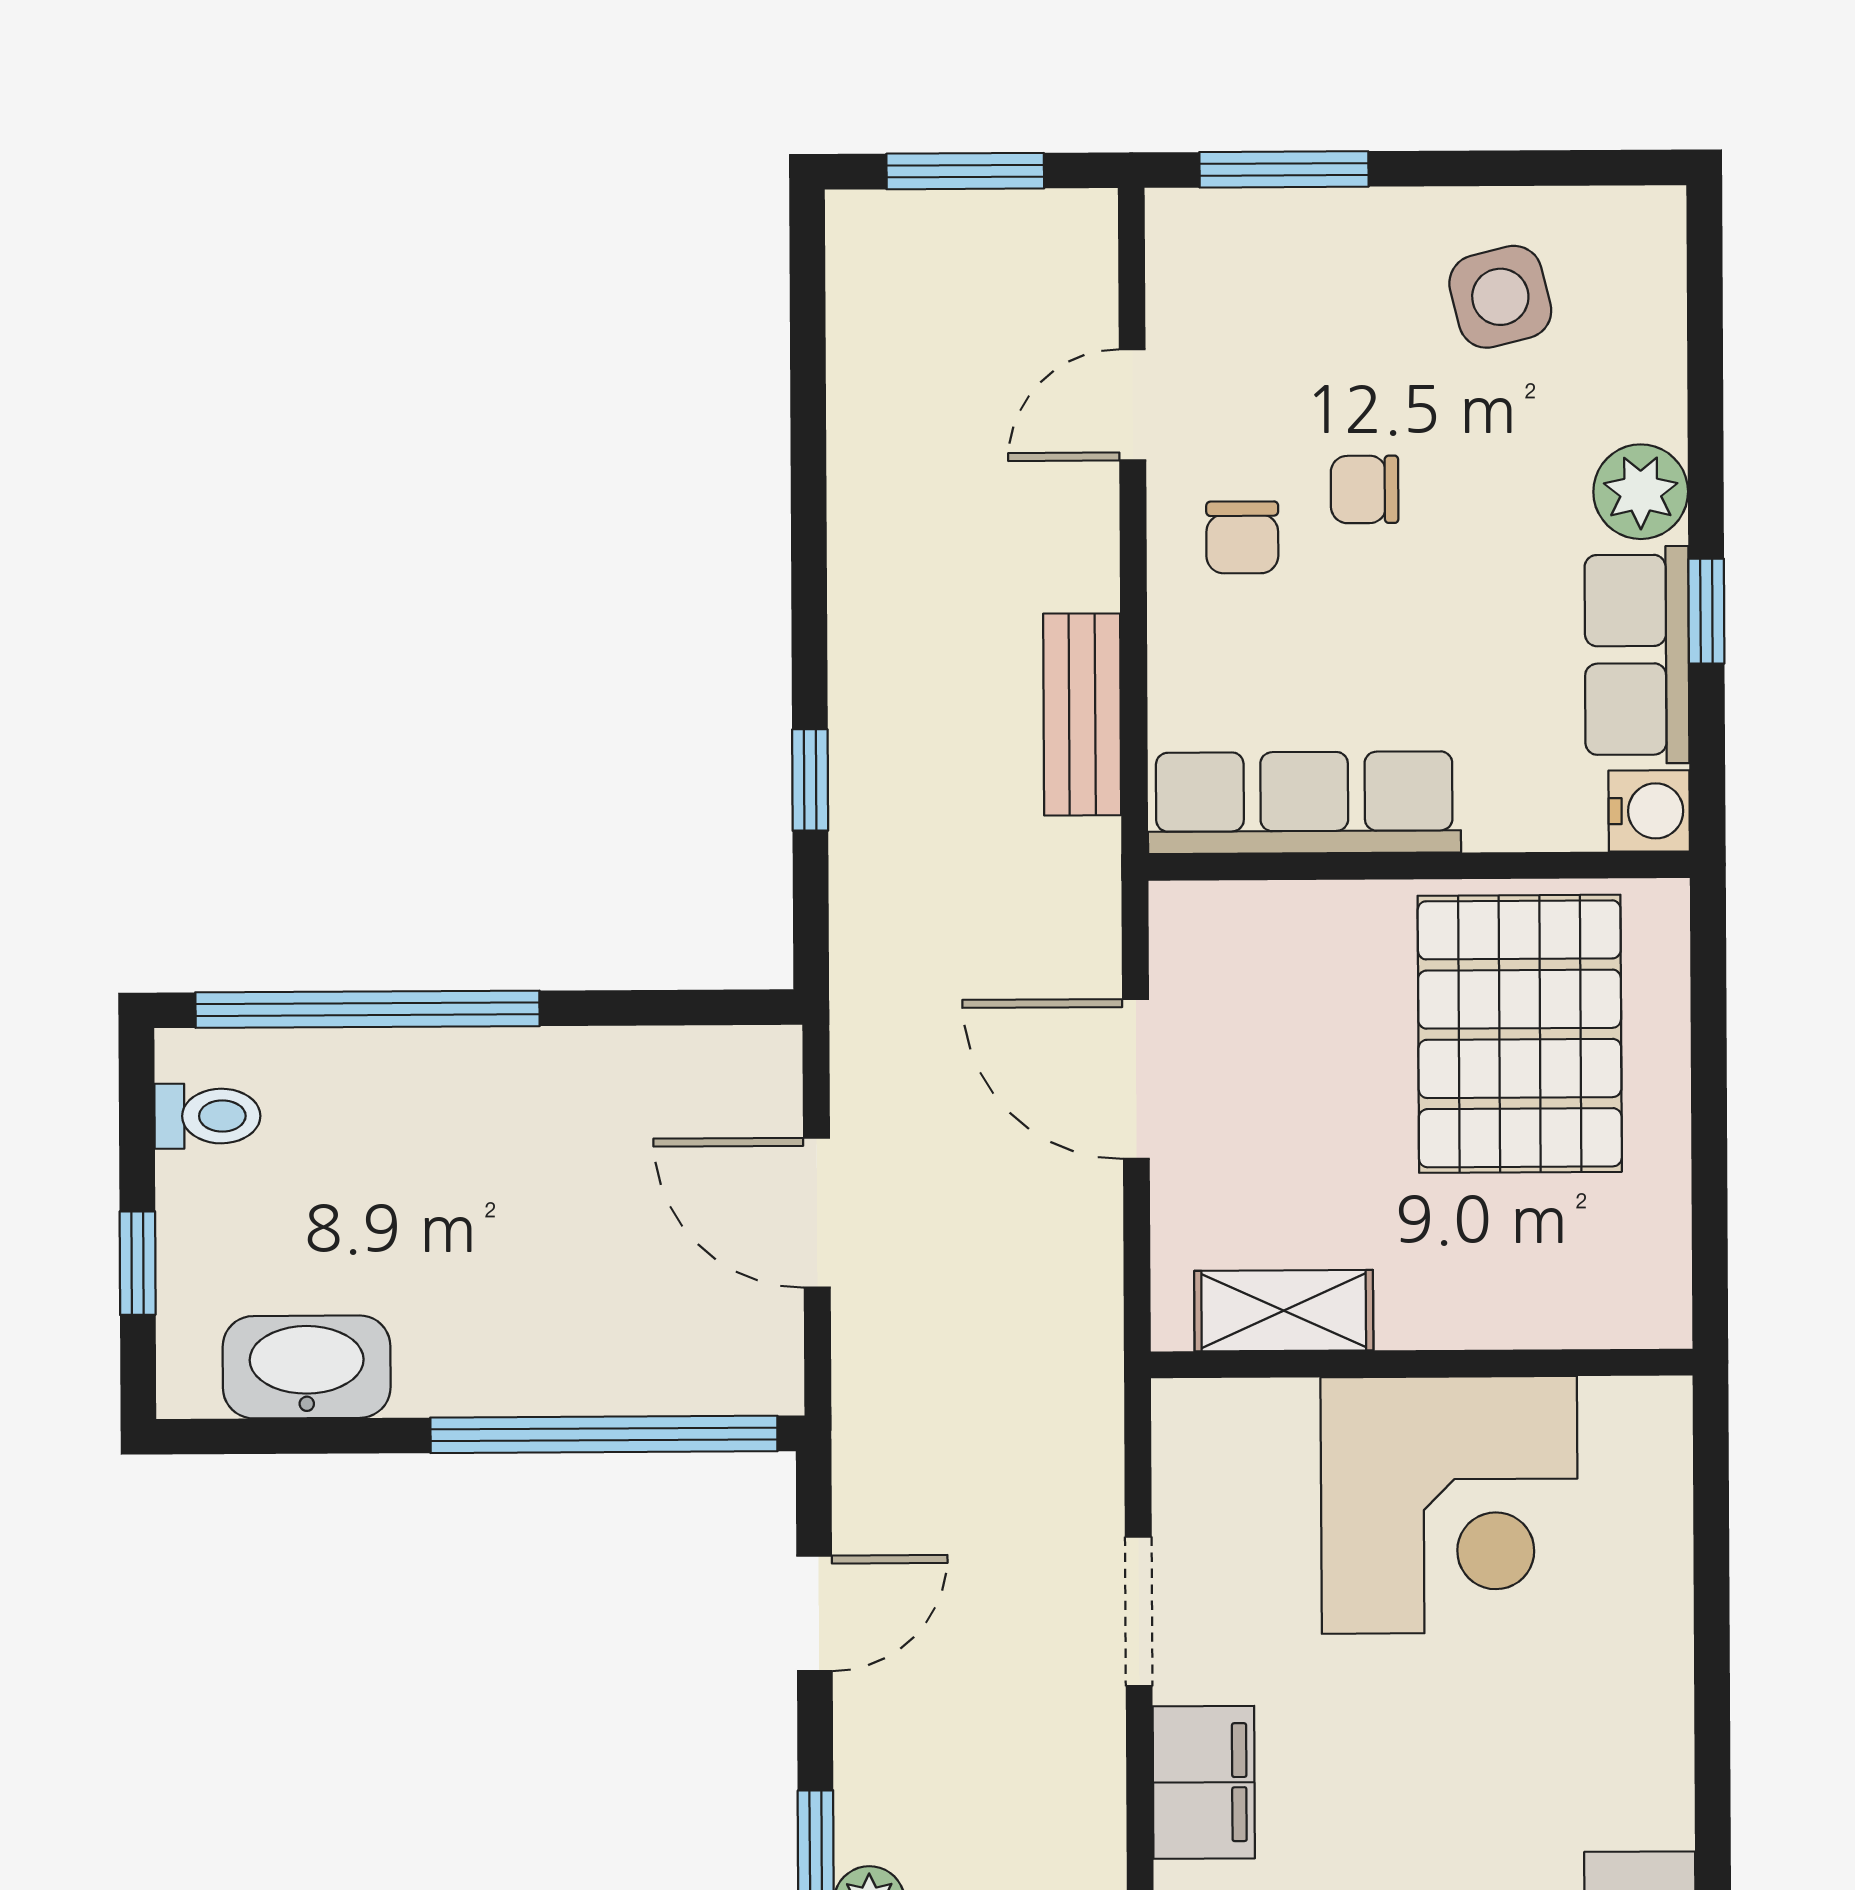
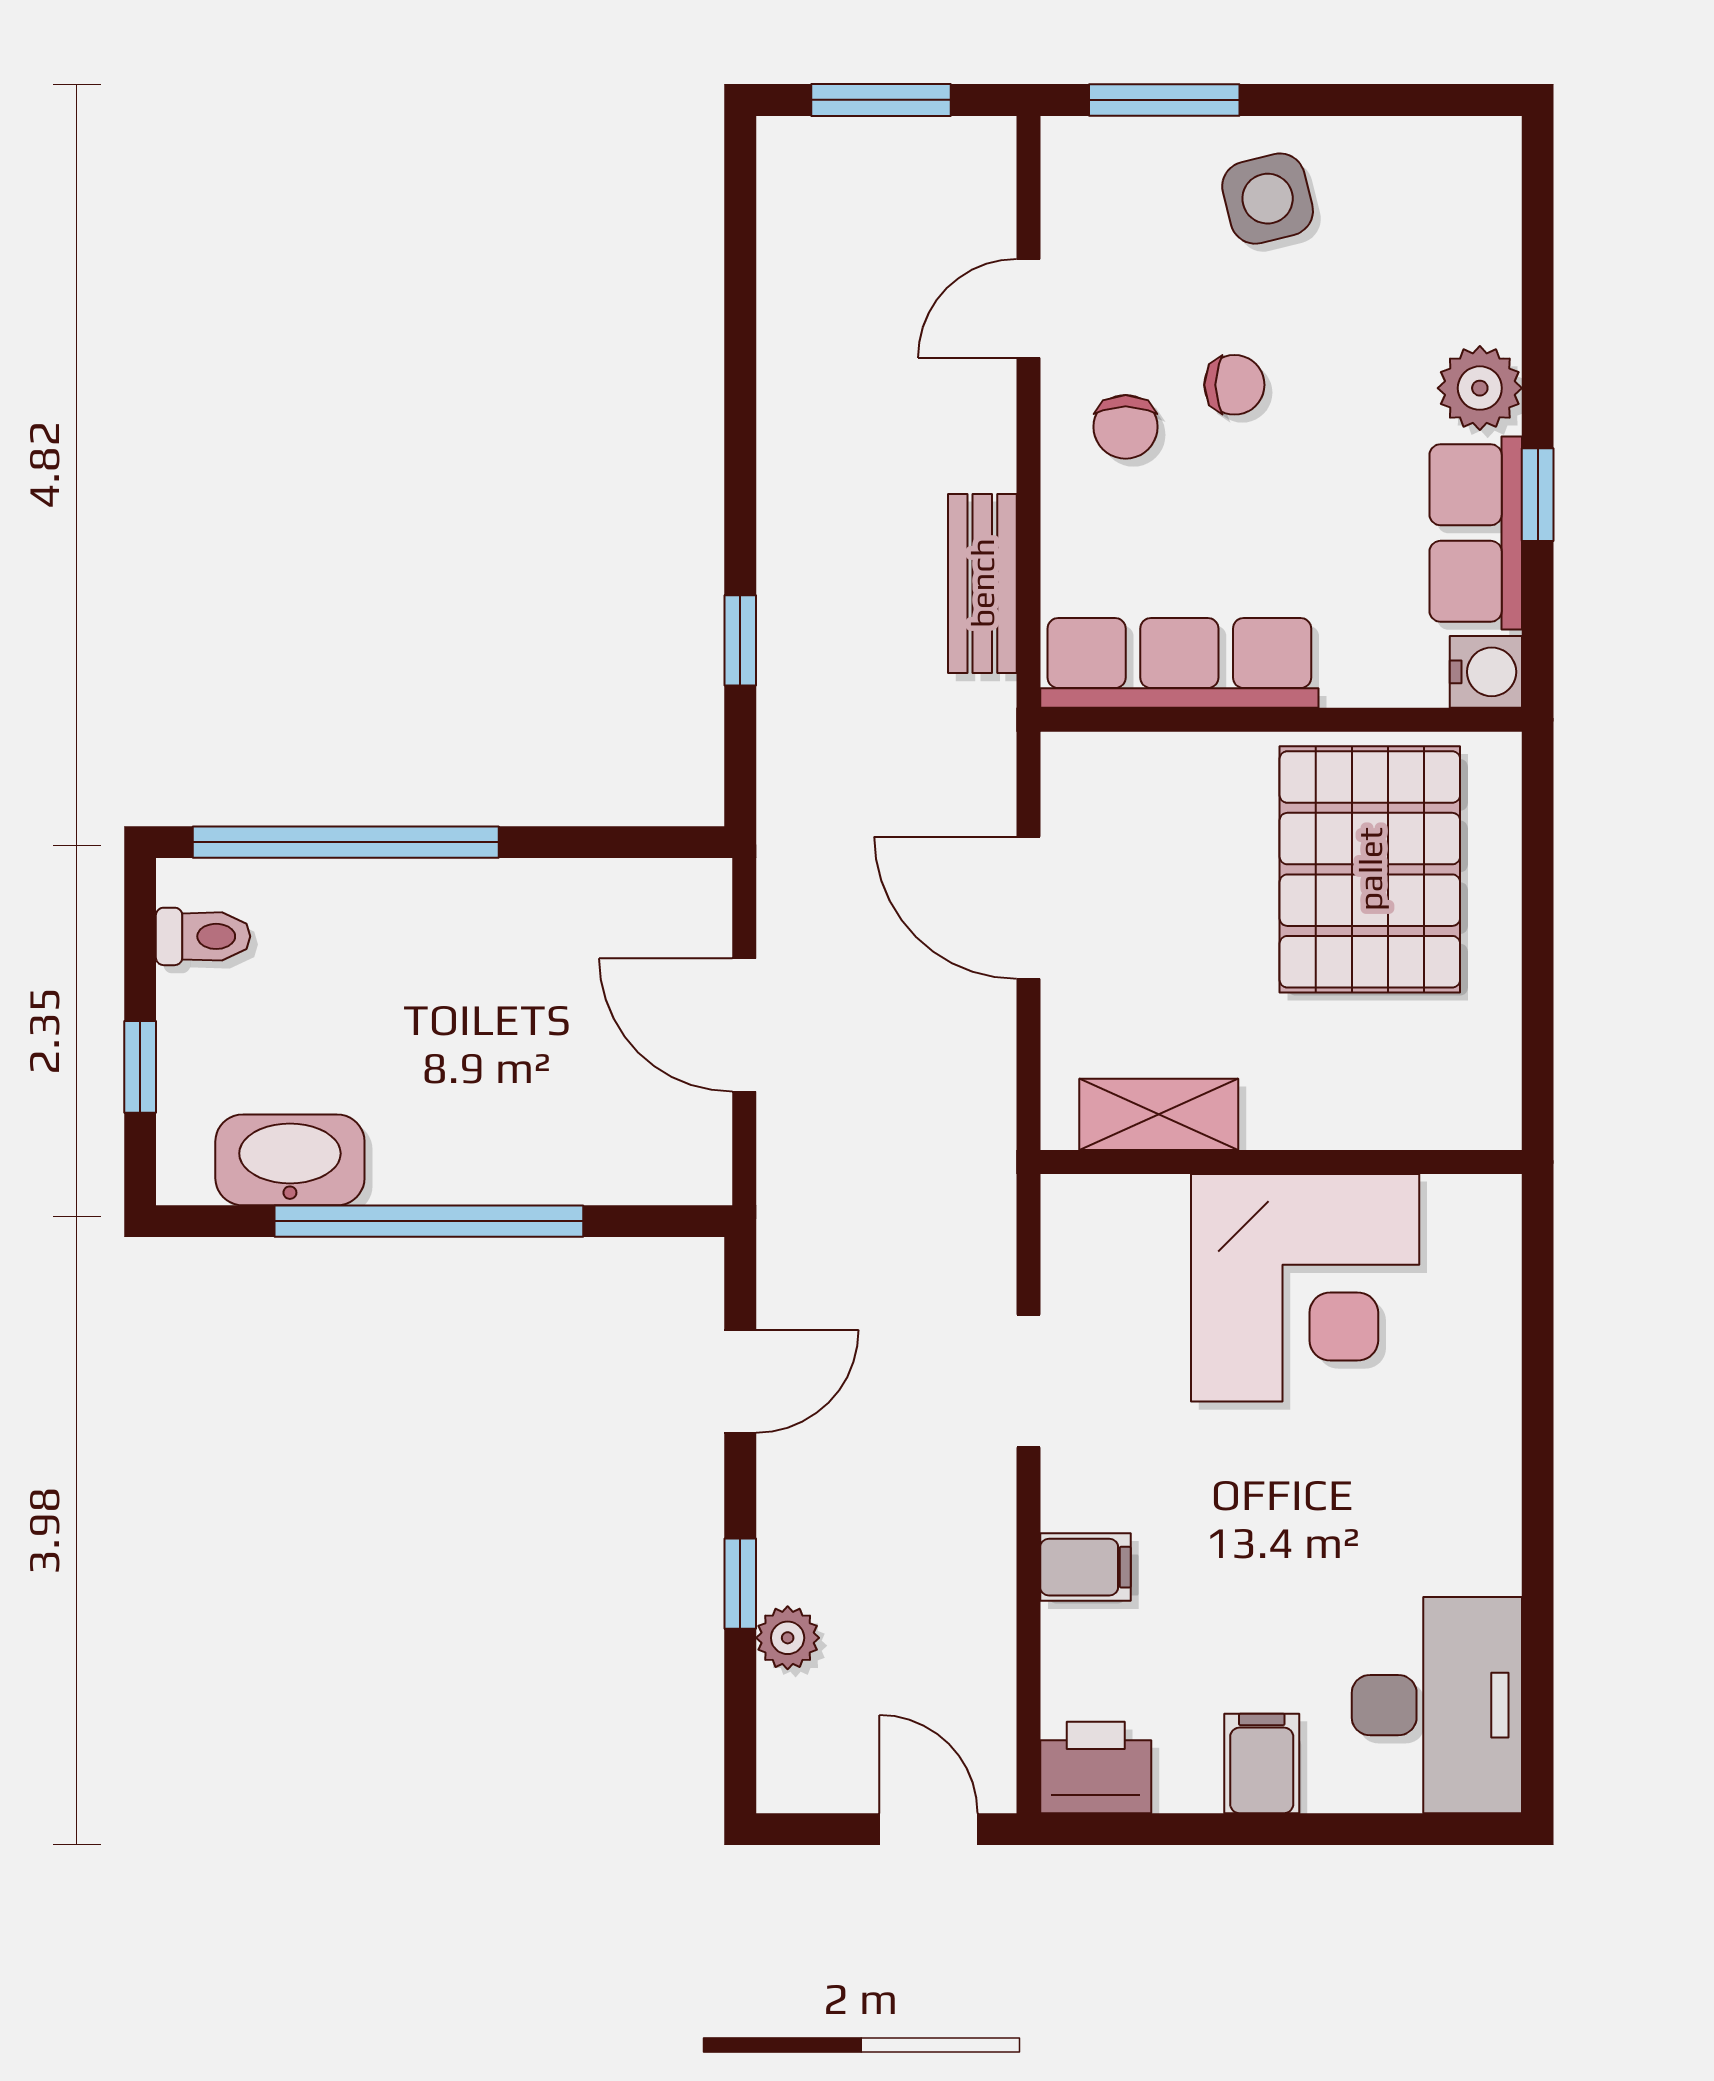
side table: (1500, 297) -> (1268, 199), moved
chair: (1365, 489) -> (1234, 385), turned 180
window: (604, 1434) -> (429, 1221), moved
filing cabinet: (1204, 1782) -> (1085, 1567), width x0.50

